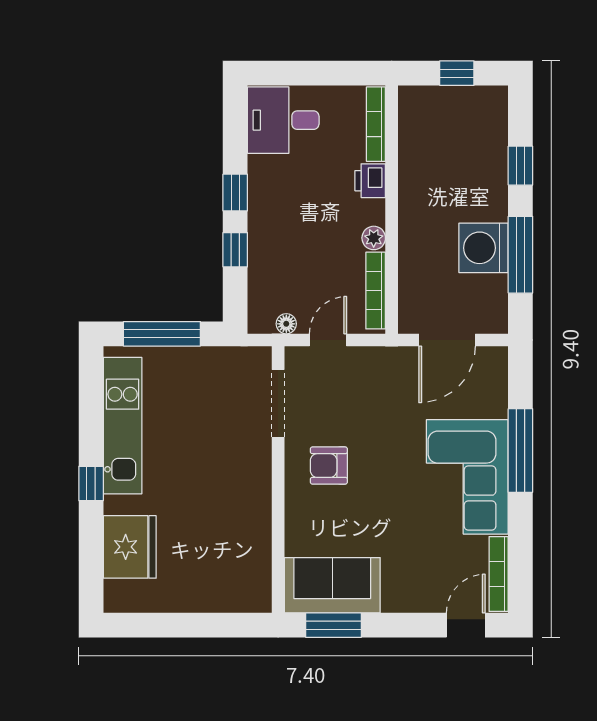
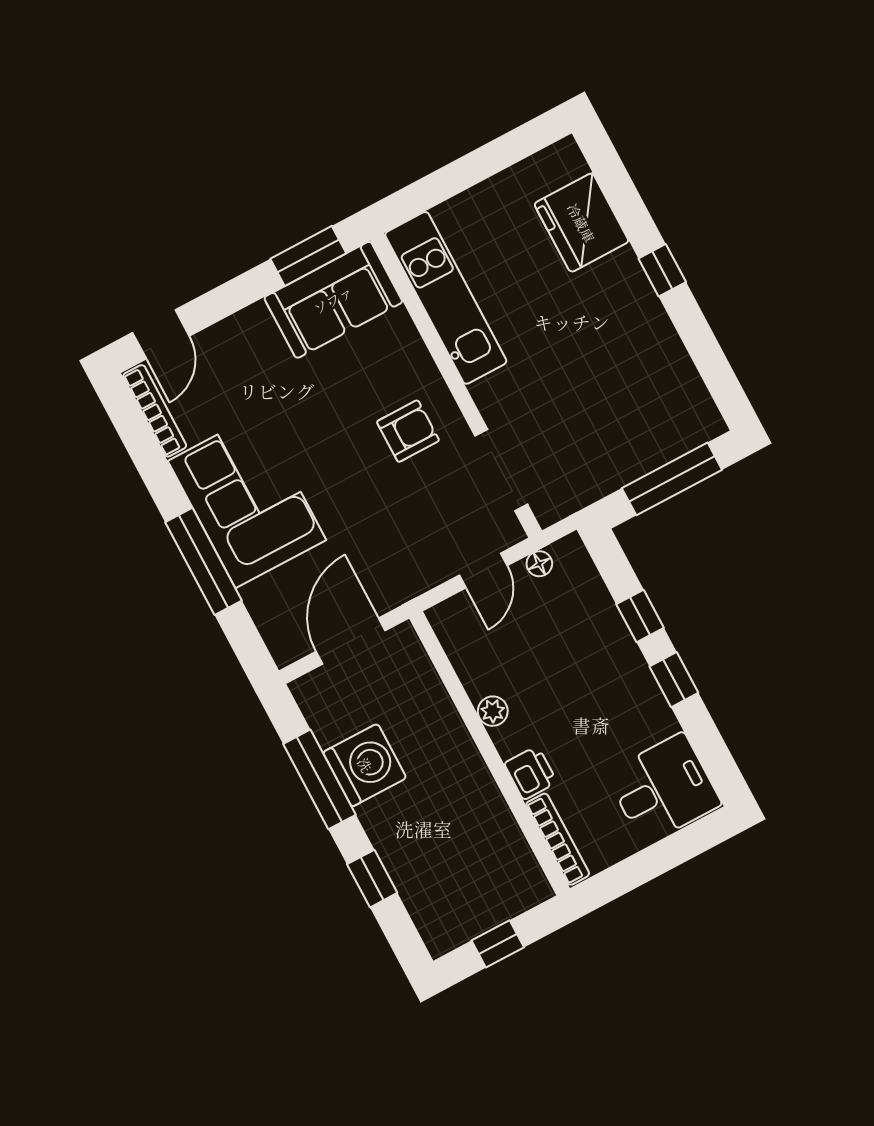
bookcase: (376, 291) -> (459, 654), removed
kitchen unit: (123, 426) -> (446, 298), moved, turned 180

